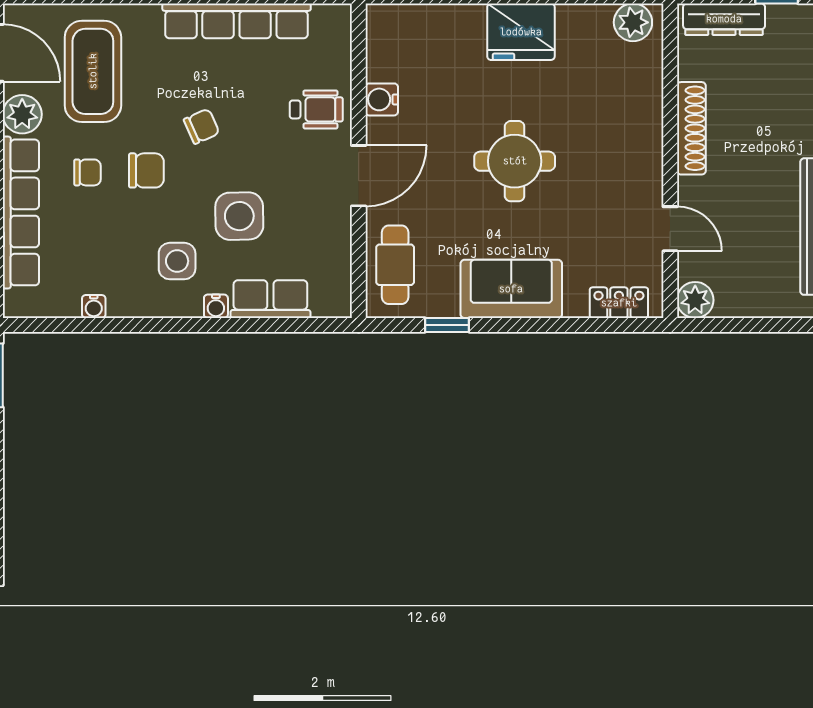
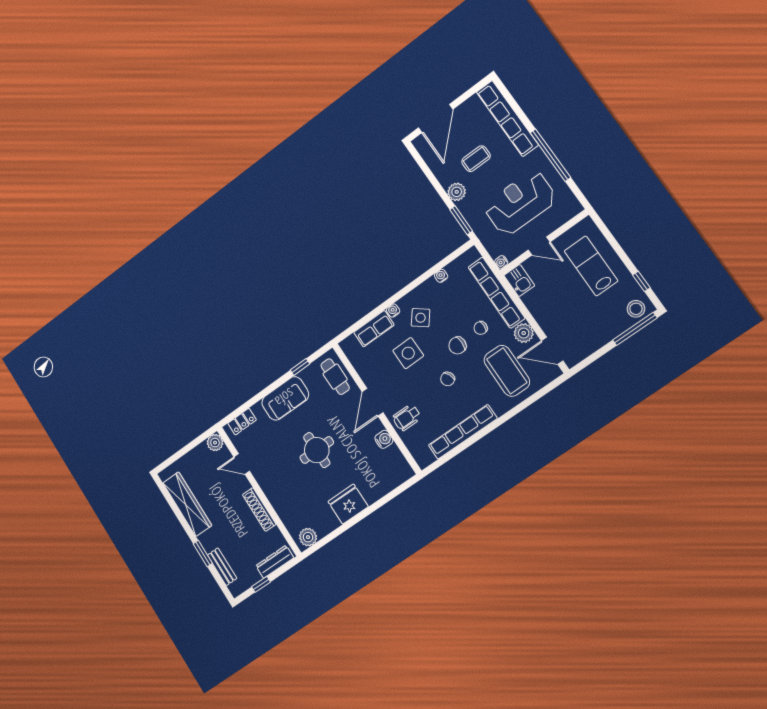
side table: (177, 261) -> (421, 318), turned 38

